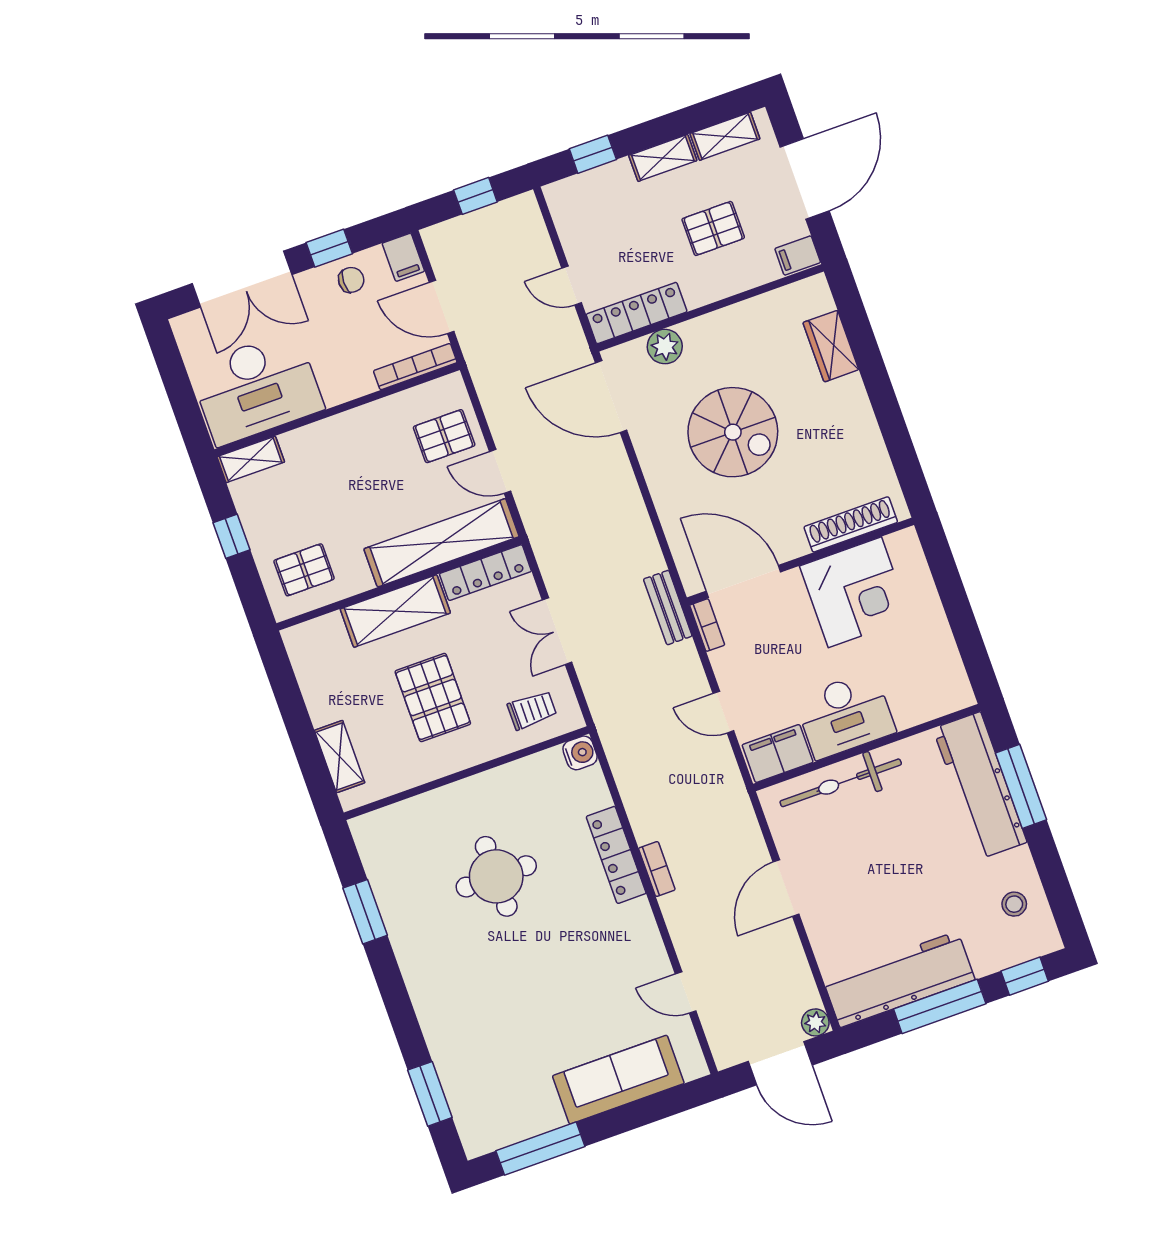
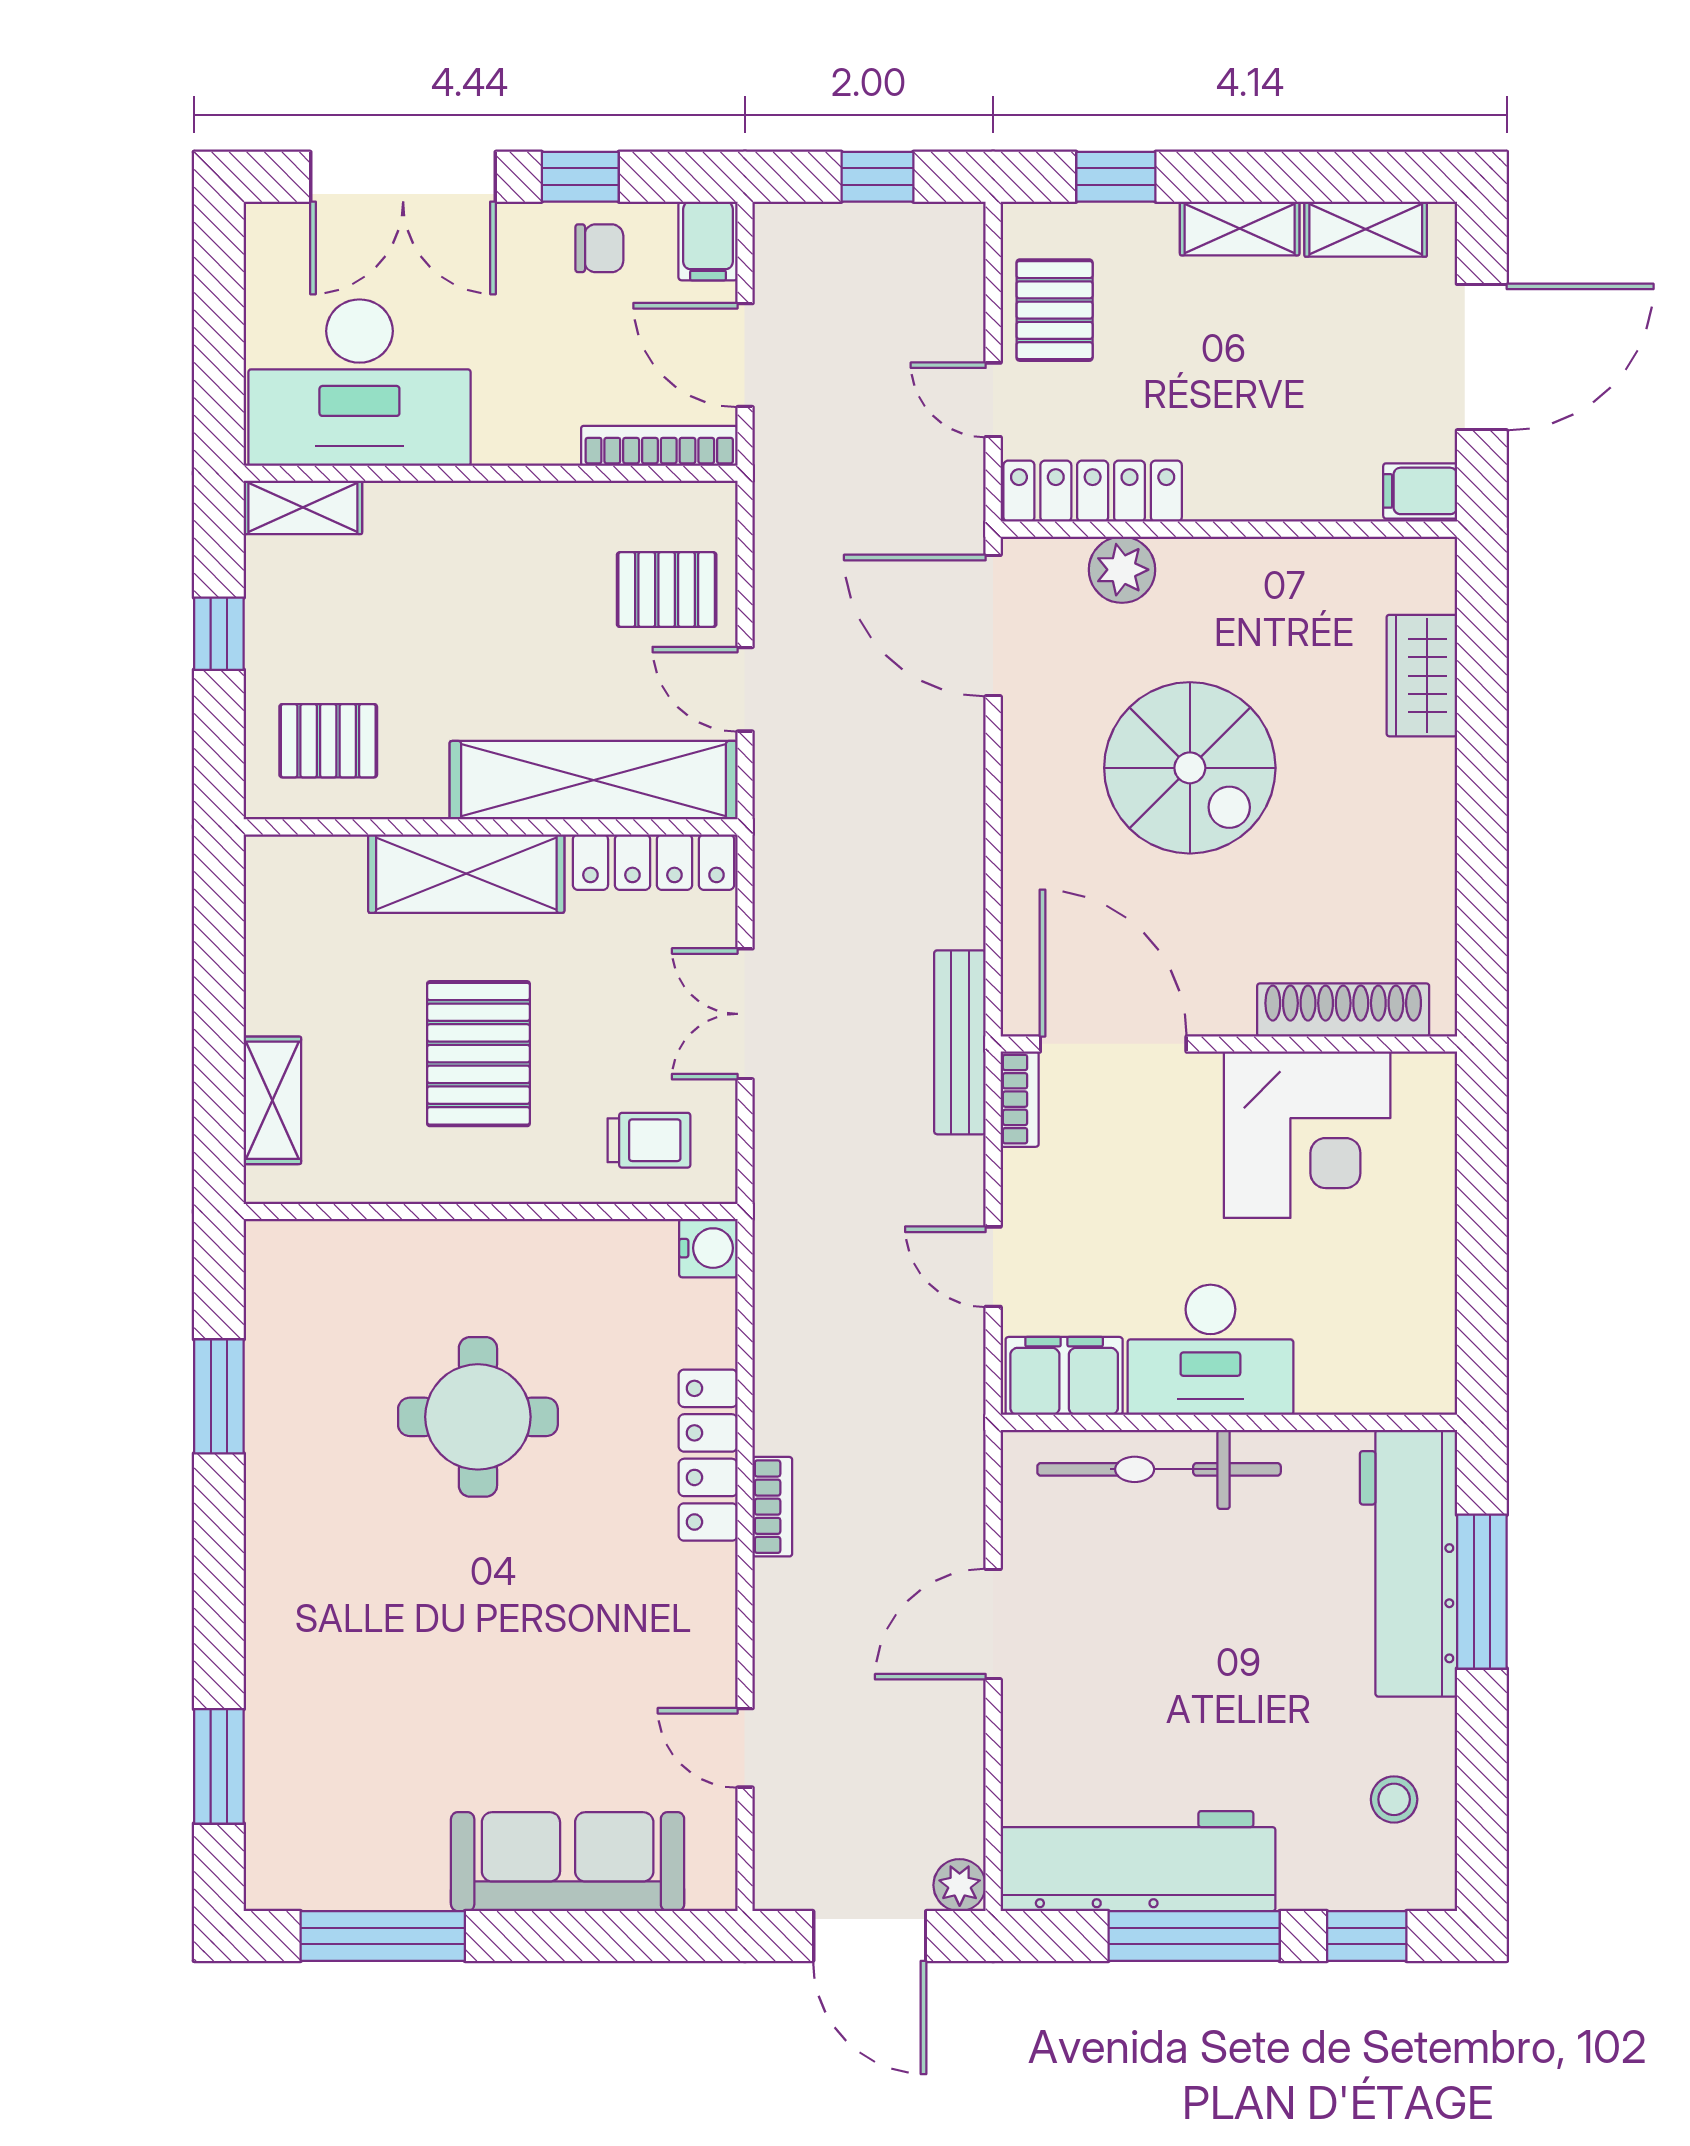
pallet: (713, 228) -> (1055, 310), moved, turned 90
bench: (668, 608) -> (960, 1042), width x1.36

